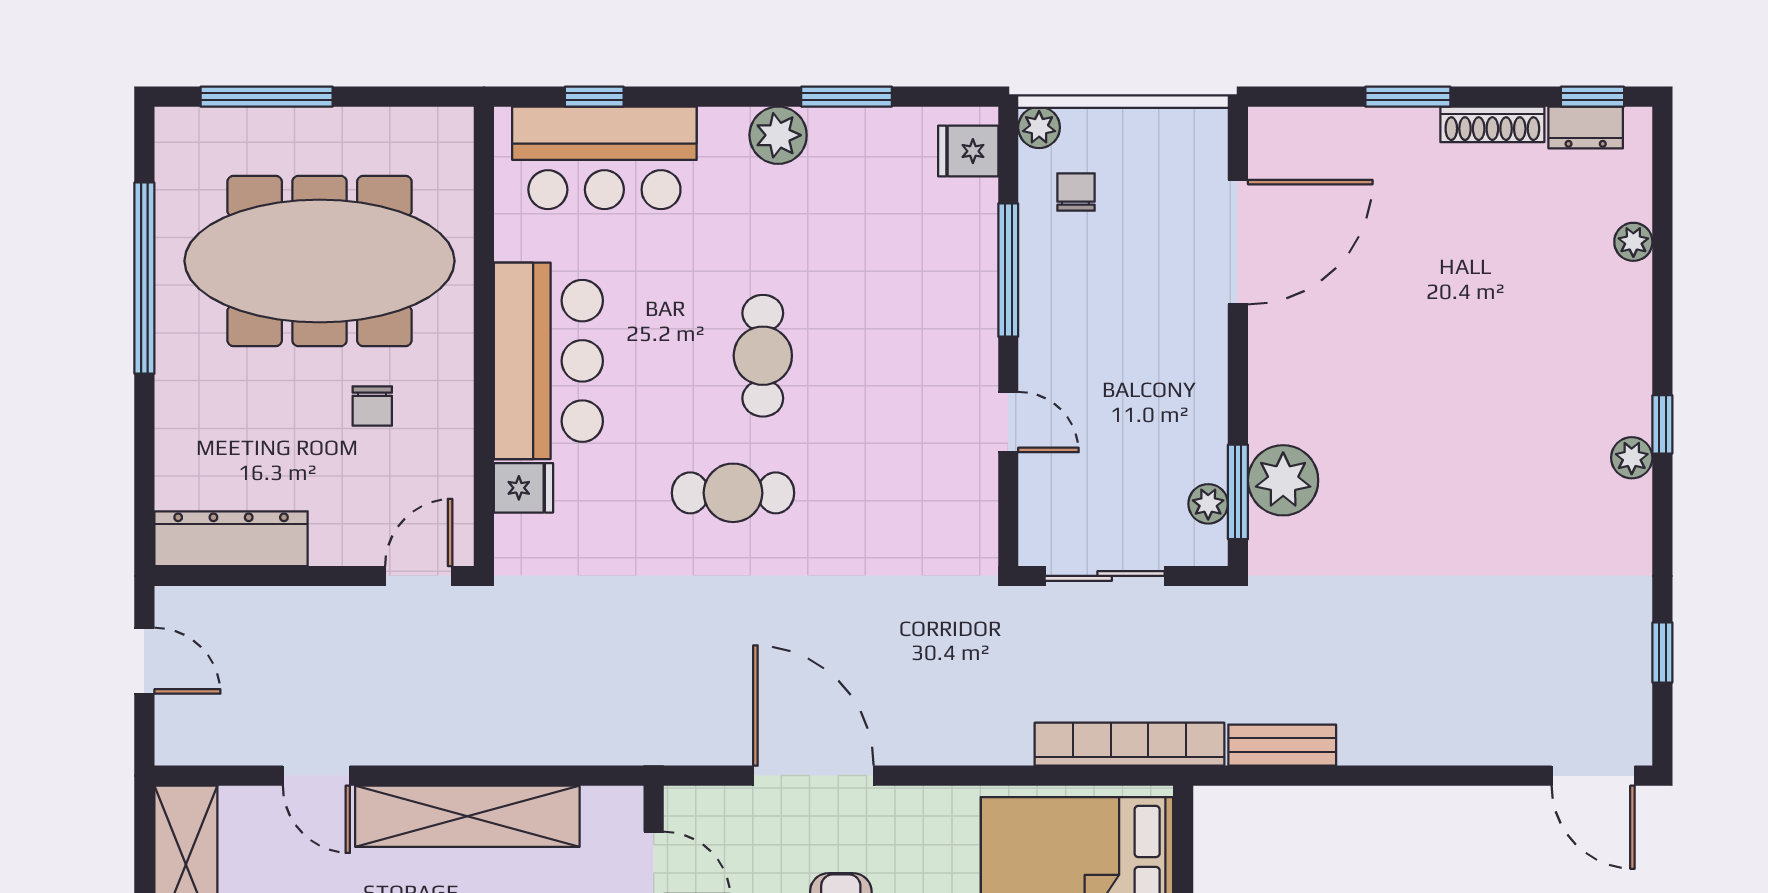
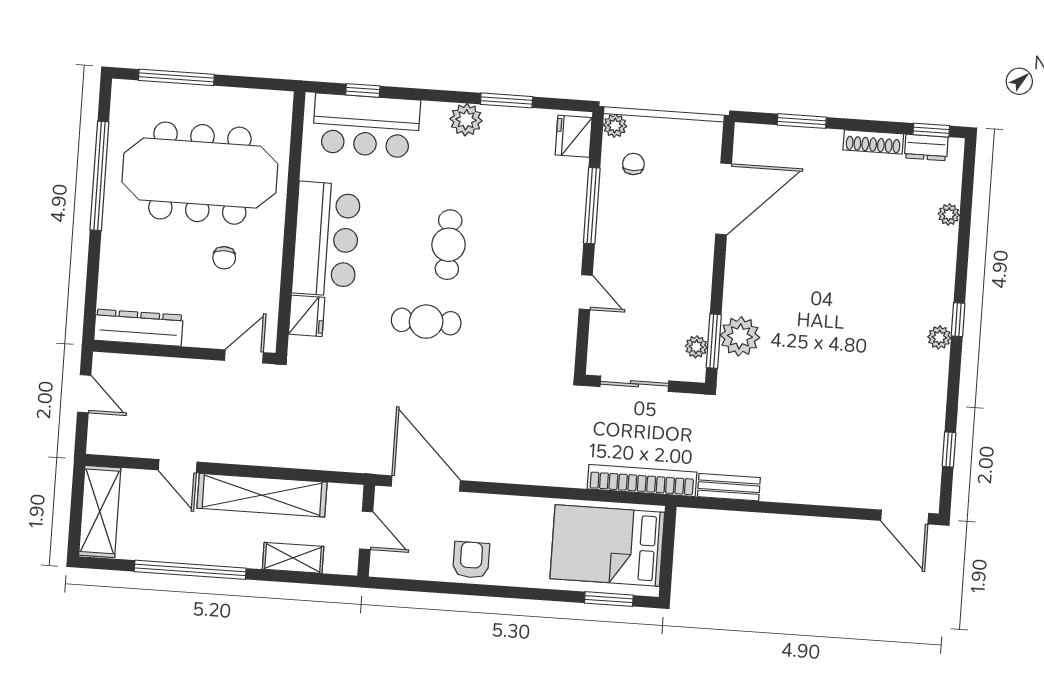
window: (1408, 97) -> (802, 121), moved
fridge: (968, 151) -> (574, 136), width x1.38
fridge: (523, 488) -> (307, 316), width x1.38
door: (813, 776) -> (426, 483), moved

